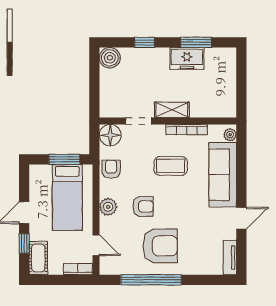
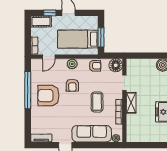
armchair: (160, 246) -> (48, 96), turned 90

